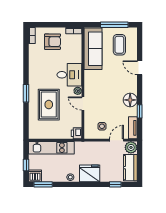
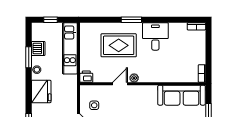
armchair: (52, 42) -> (190, 50), removed
desk: (69, 75) -> (155, 36), moved, turned 180
dishwasher: (35, 176) -> (38, 48), moved
window: (43, 184) -> (29, 57), moved

